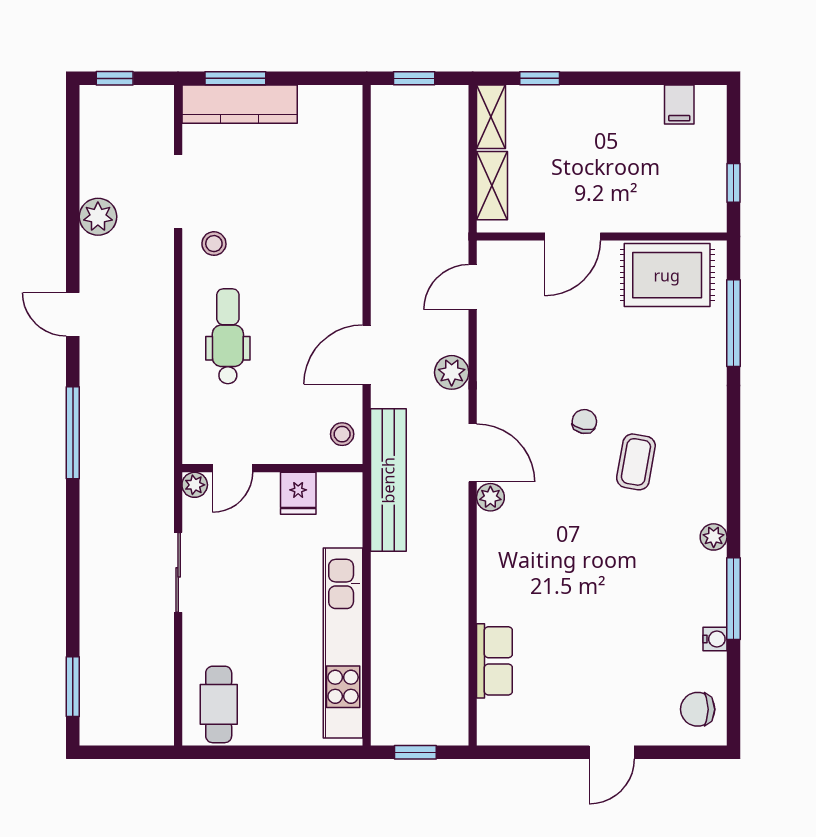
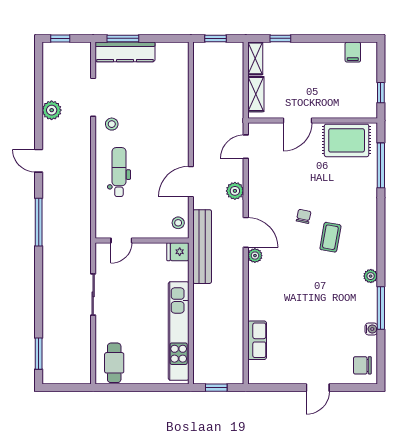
plant: (195, 485) -> (102, 249), removed
fridge: (298, 493) -> (178, 252), moved, turned 90

